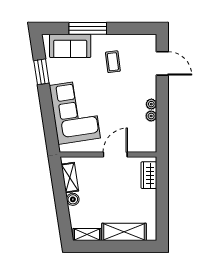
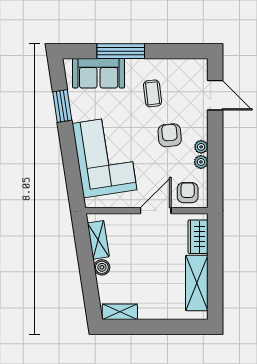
armchair: (126, 95) -> (170, 135), added
armchair: (141, 140) -> (188, 193), added
shelving: (124, 232) -> (197, 283), moved, turned 90

